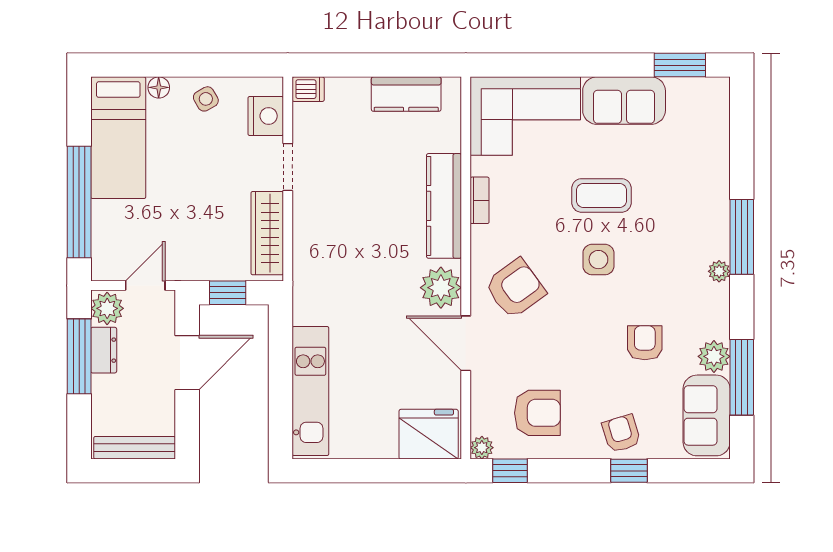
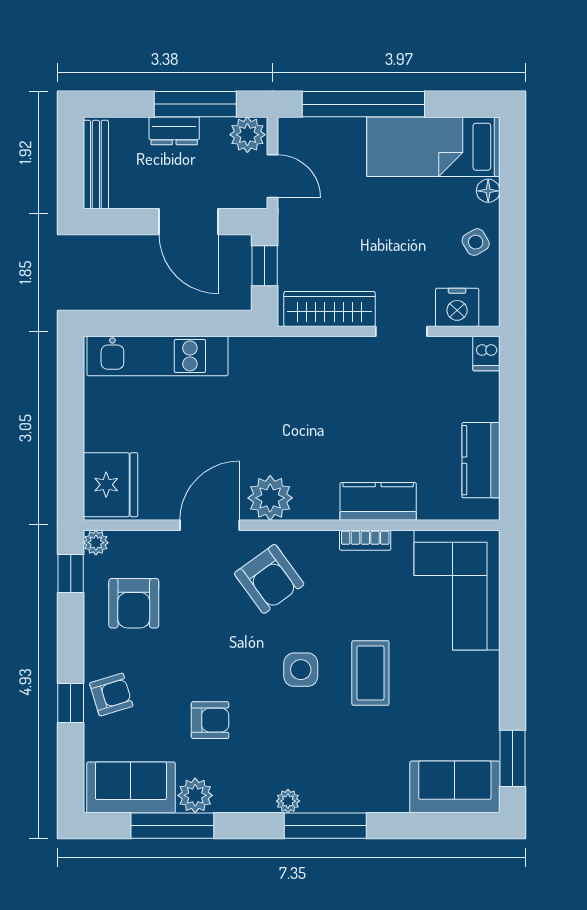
sofa: (624, 101) -> (455, 787), moved, turned 90
kitchen counter: (444, 206) -> (378, 501), width x0.67
dresser: (104, 350) -> (174, 131), moved

